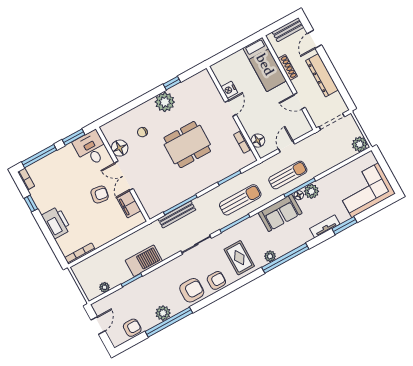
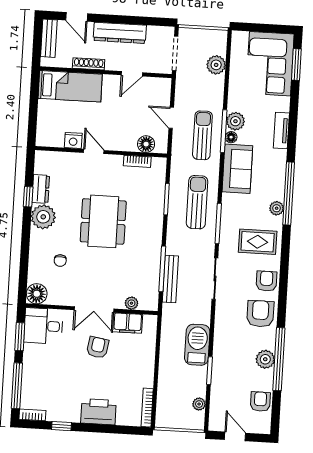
dresser: (183, 88) -> (41, 189), added
plant: (360, 144) -> (216, 65), moved
floor lamp: (120, 148) -> (37, 294), moved
plant: (144, 198) -> (131, 303), added
window: (344, 226) -> (296, 64), moved

